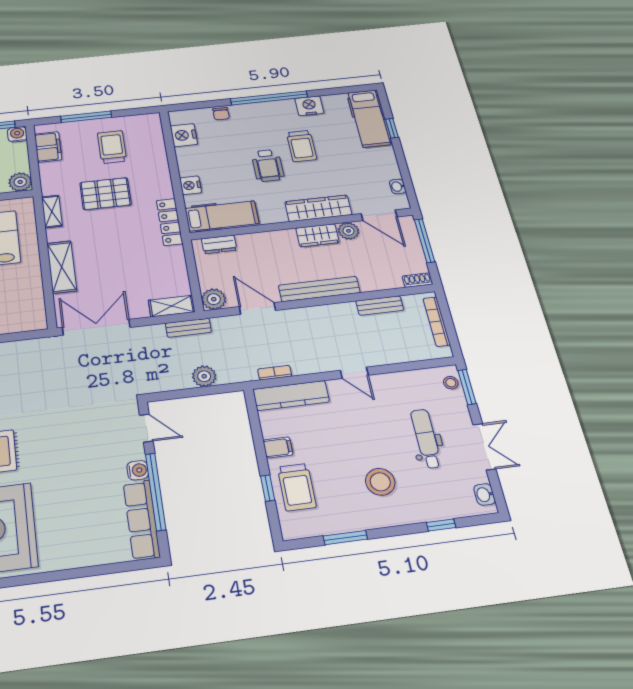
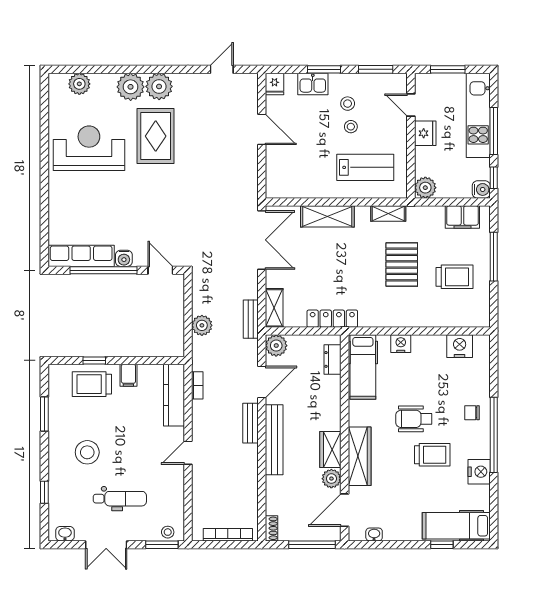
chair: (221, 114) -> (472, 413), moved
trolley: (302, 146) -> (432, 455), turned 180
locker: (170, 222) -> (332, 319), moved
bench: (380, 306) -> (250, 423), moved
door: (146, 428) -> (160, 270), swing flipped

